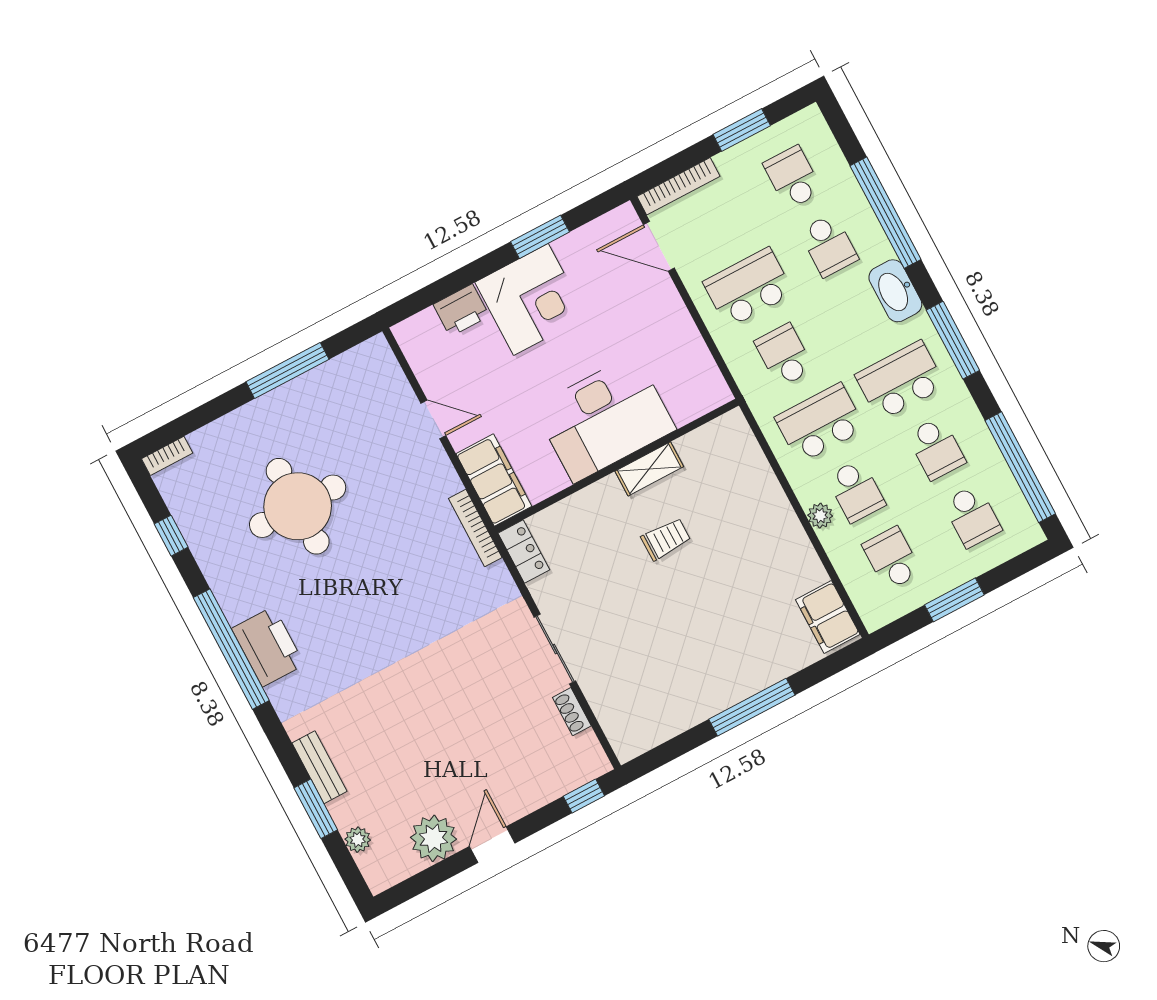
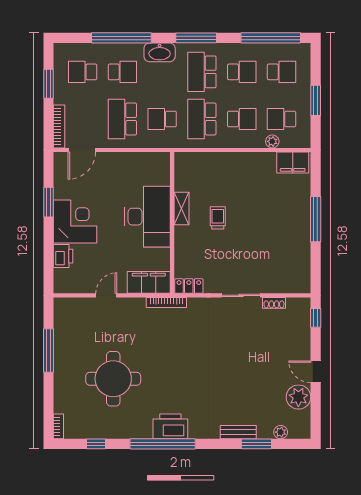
plant: (820, 516) -> (272, 141), moved

